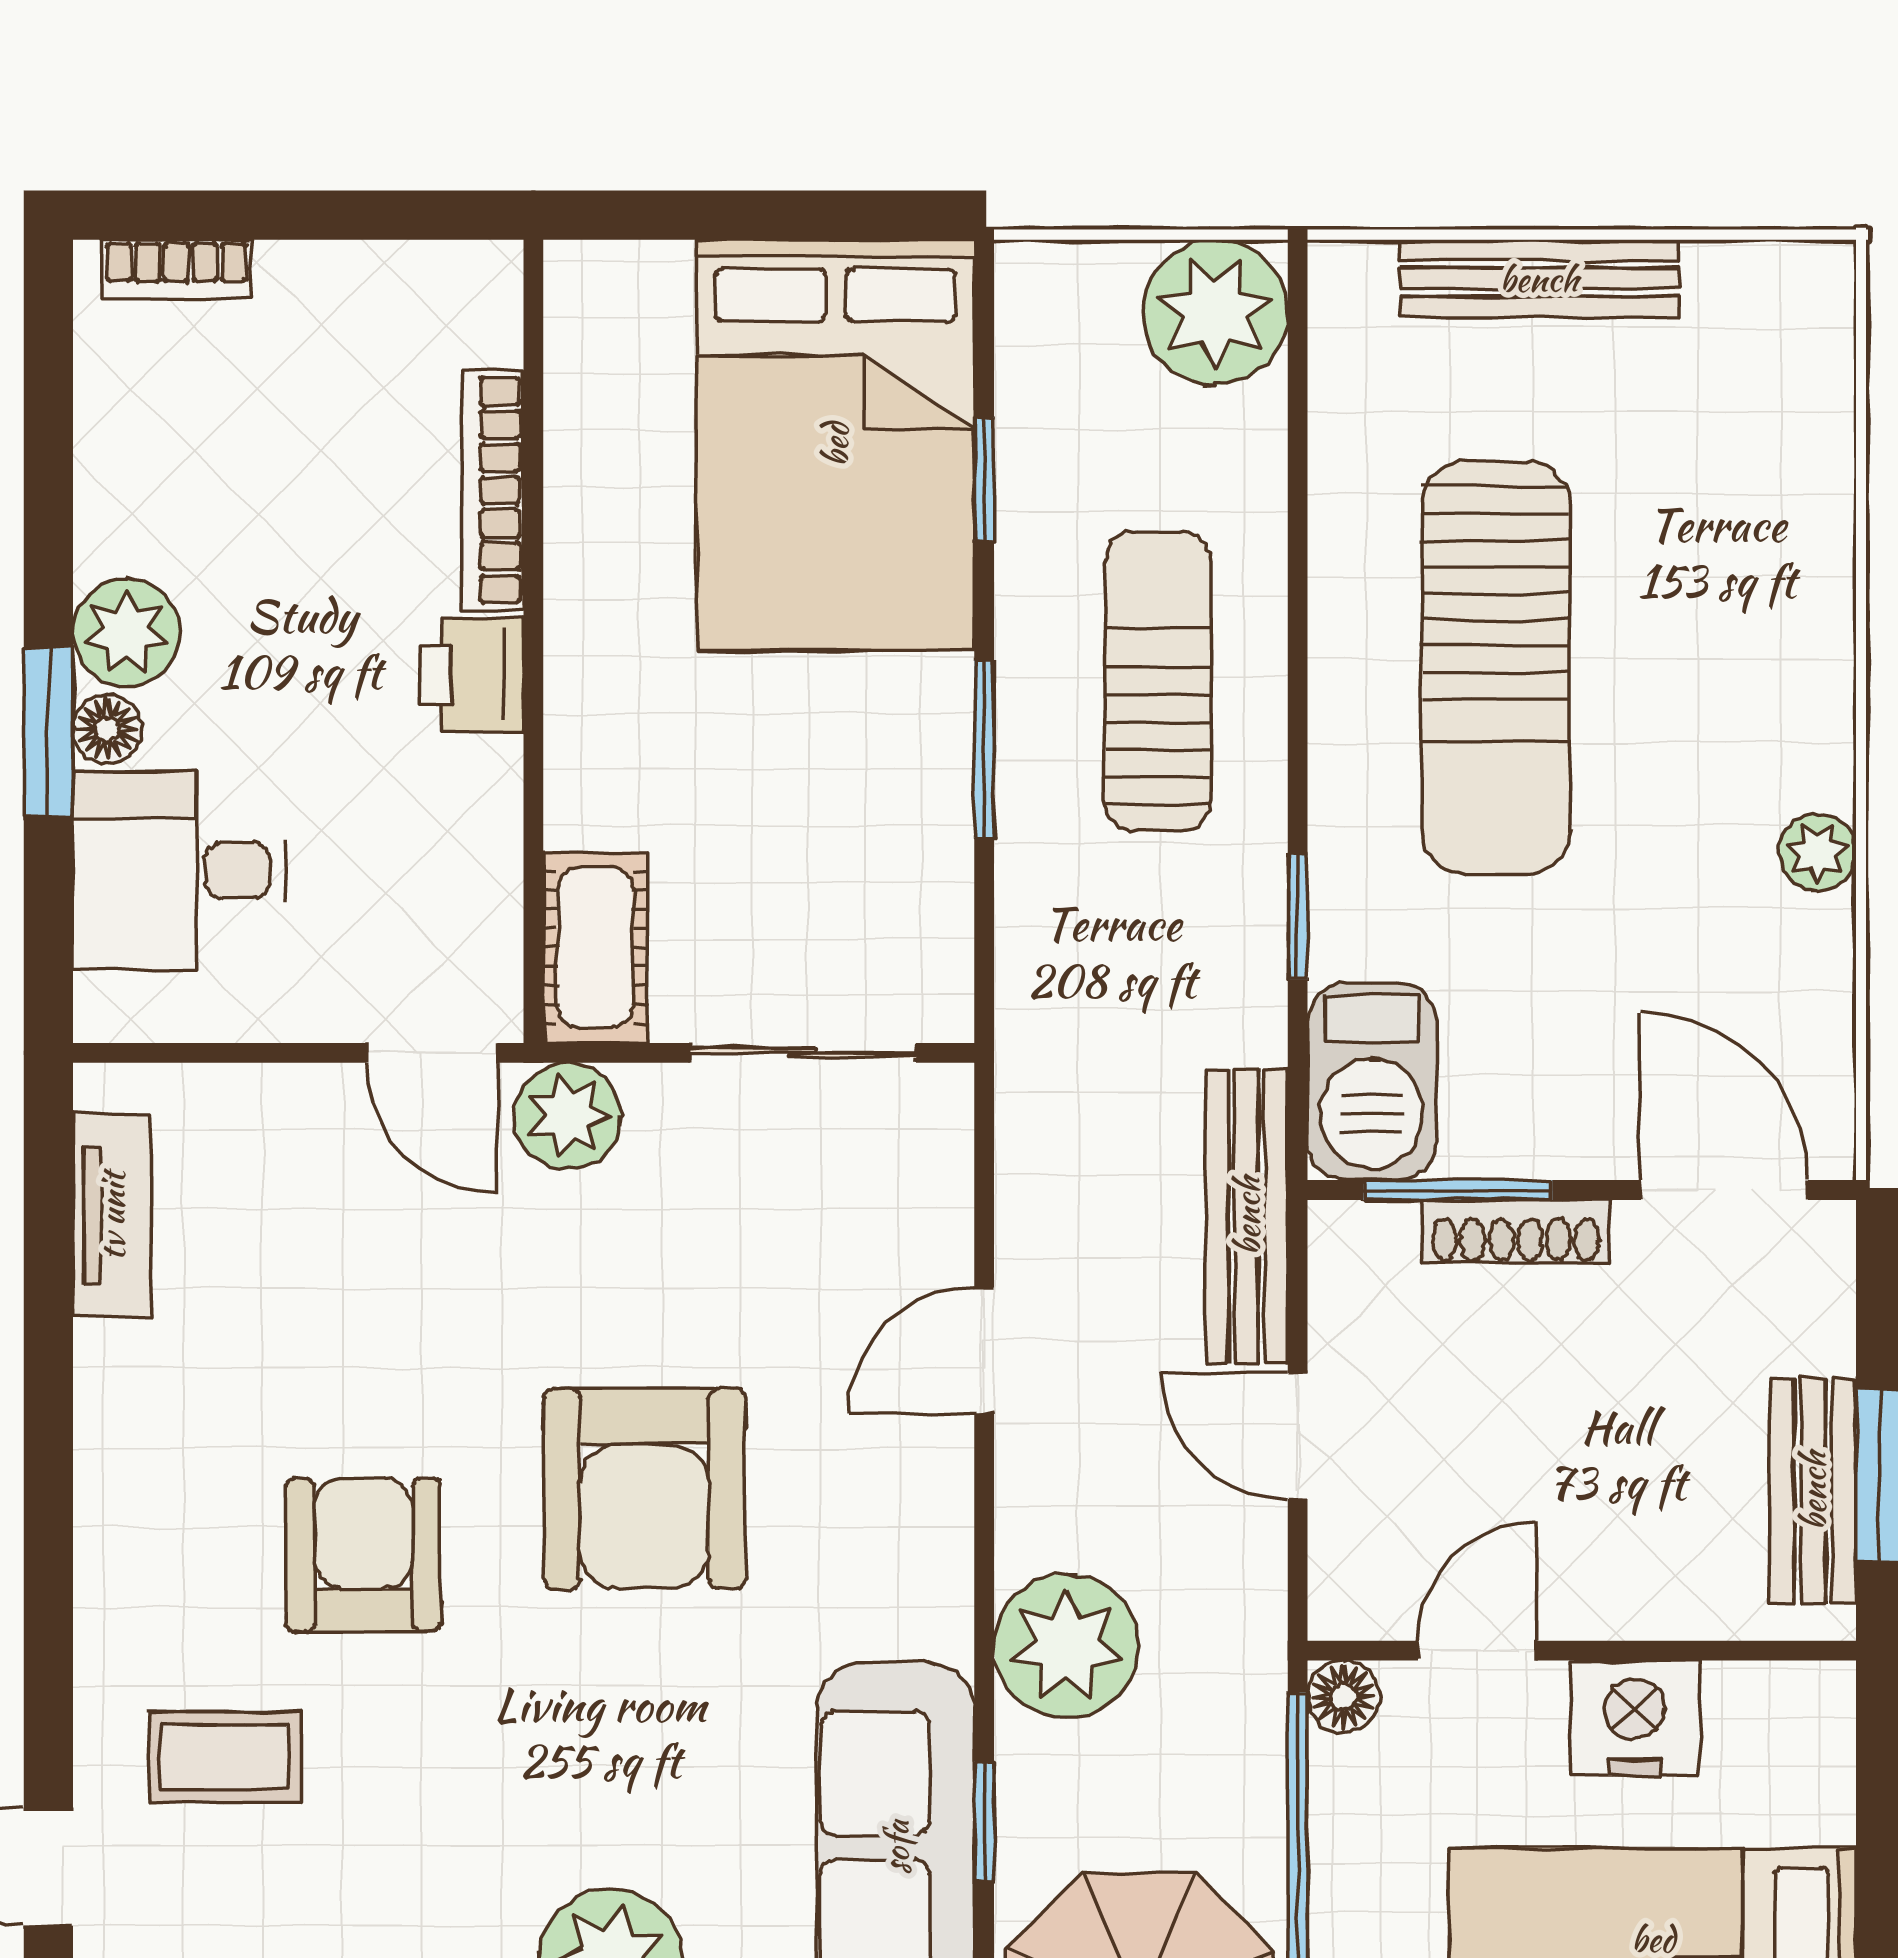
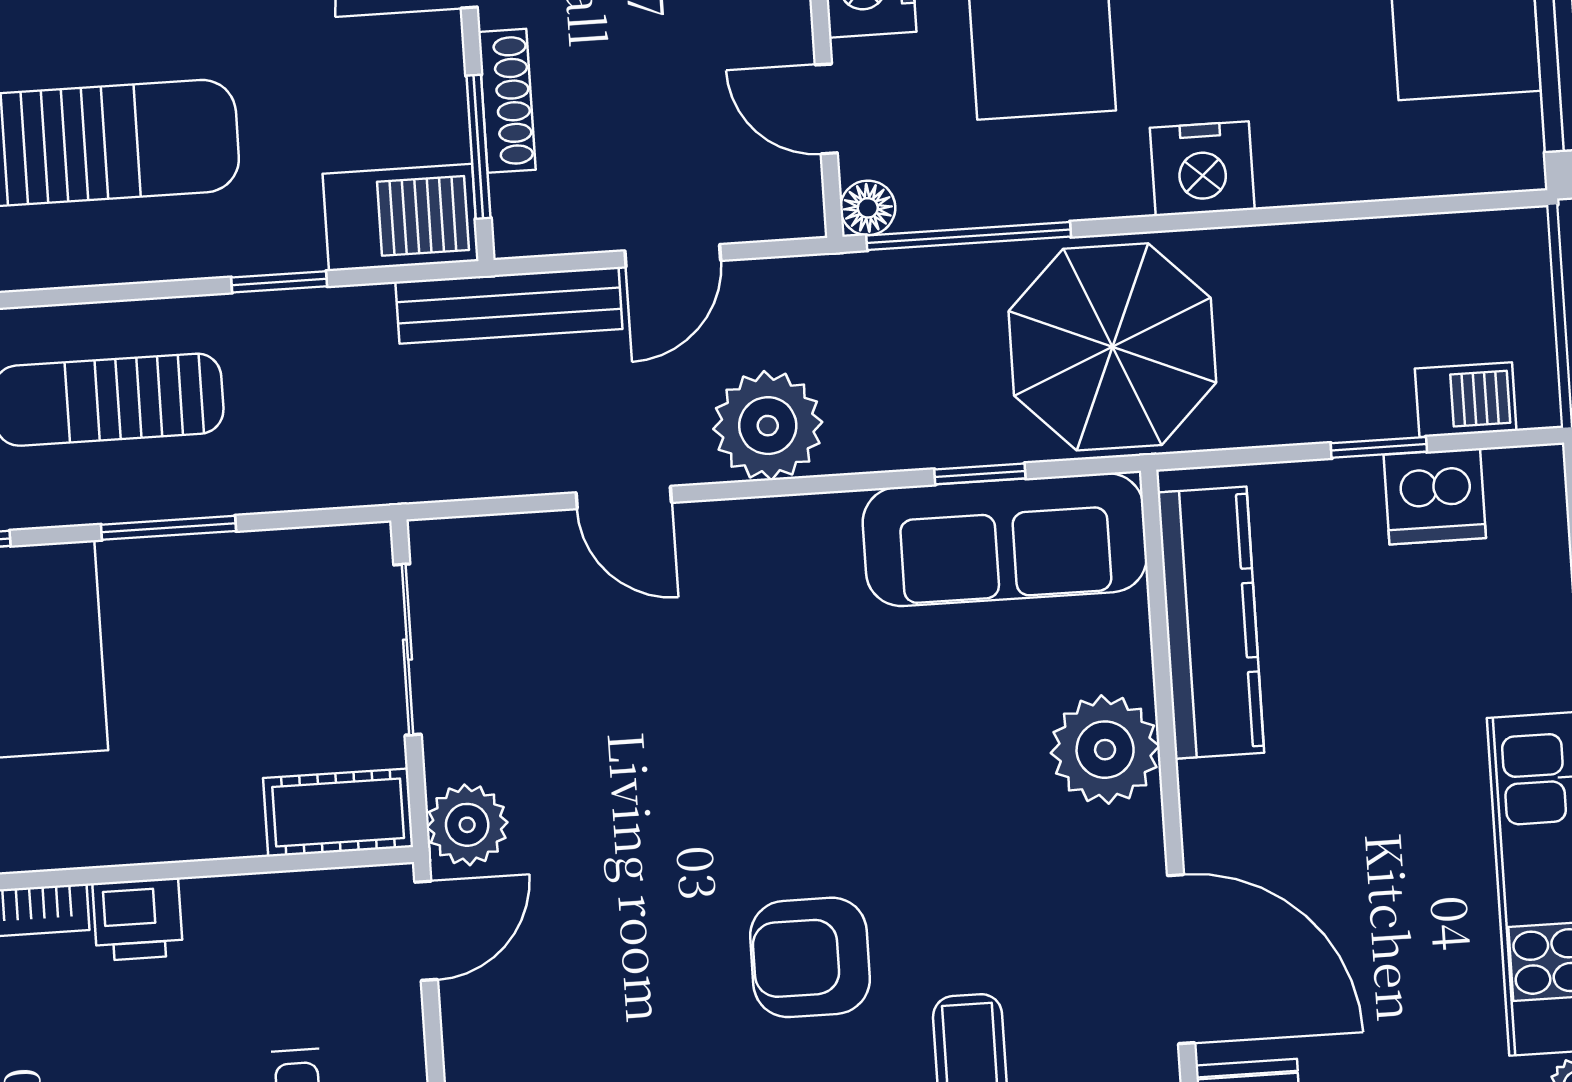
armchair: (645, 1488) -> (745, 748), removed
plant: (1066, 1646) -> (768, 426), moved

